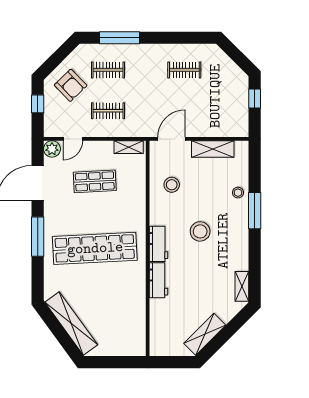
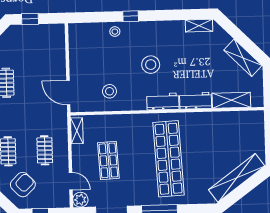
shelving: (213, 149) -> (231, 100), moved, turned 90
window: (255, 211) -> (131, 16), width x0.46

